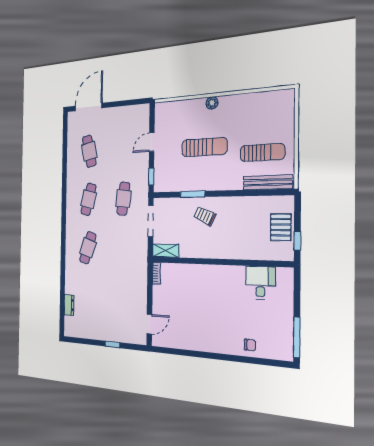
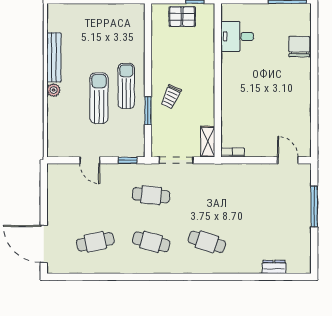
sun lounger: (262, 152) -> (126, 86), moved
bench: (268, 182) -> (54, 57), moved
window: (113, 344) -> (314, 207), width x2.17
chair: (250, 345) -> (299, 47), width x1.87, depth x1.87

